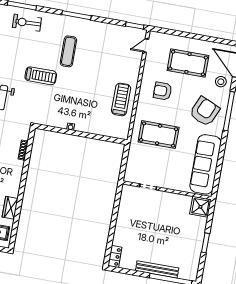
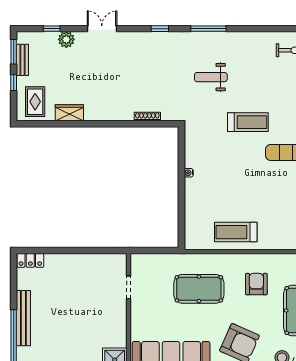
treadmill: (41, 76) -> (248, 122), turned -90
treadmill: (121, 100) -> (236, 232), turned 180
pool table: (159, 135) -> (199, 289), turned 90

